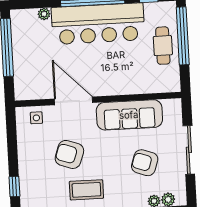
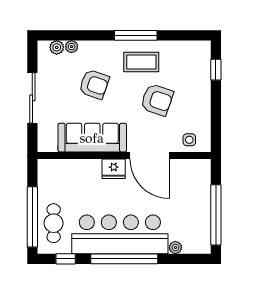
cafe table: (163, 46) -> (54, 223), moved
fridge: (107, 86) -> (114, 169), added
armchair: (145, 163) -> (94, 84), moved

